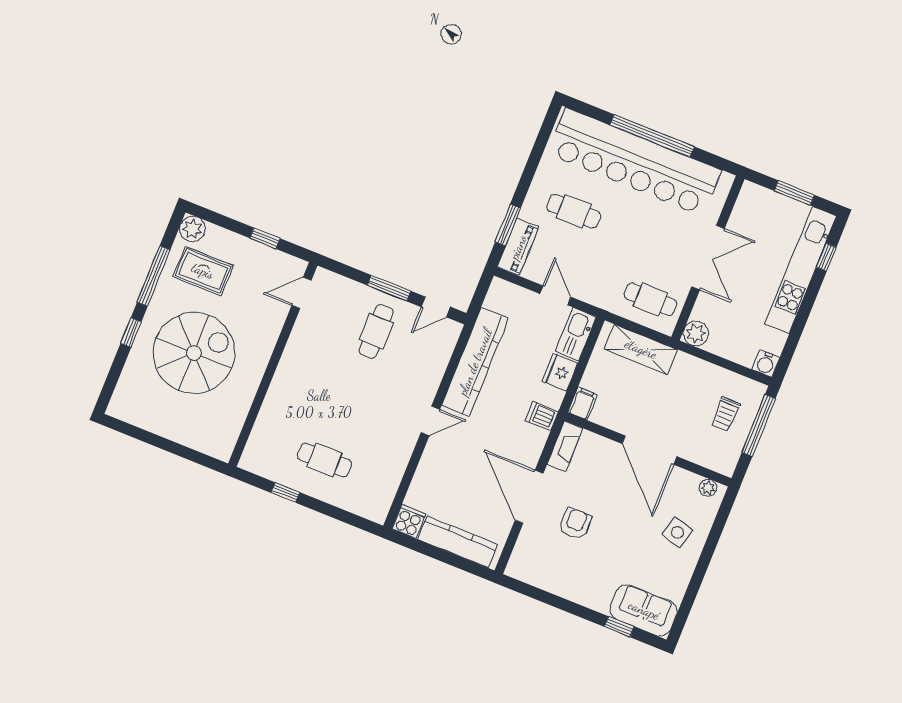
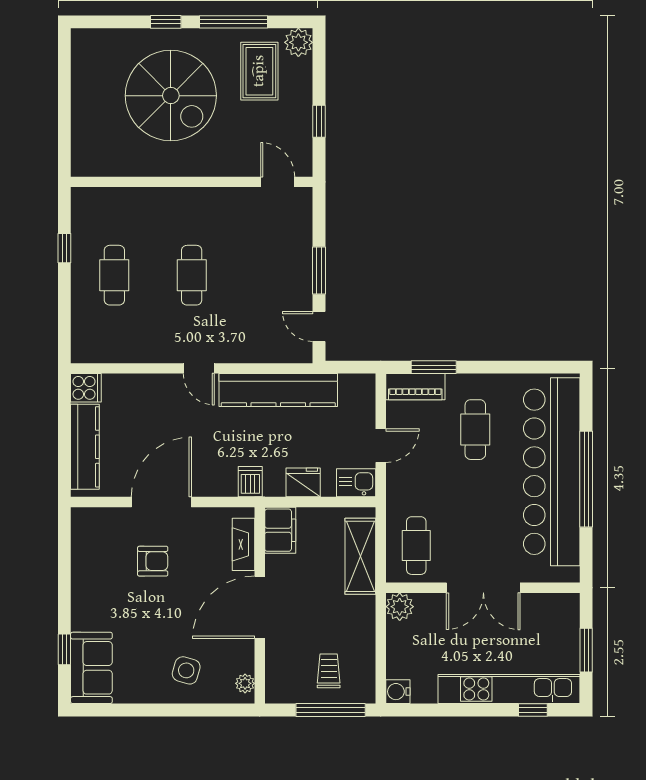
cafe table: (376, 331) -> (192, 275), moved, turned 90
kitchen sink: (576, 334) -> (356, 483), width x0.73
filing cabinet: (583, 403) -> (280, 530), width x2.00
trolley: (725, 414) -> (329, 671), turned 90
fireplace: (565, 446) -> (243, 544), moved, turned 90

